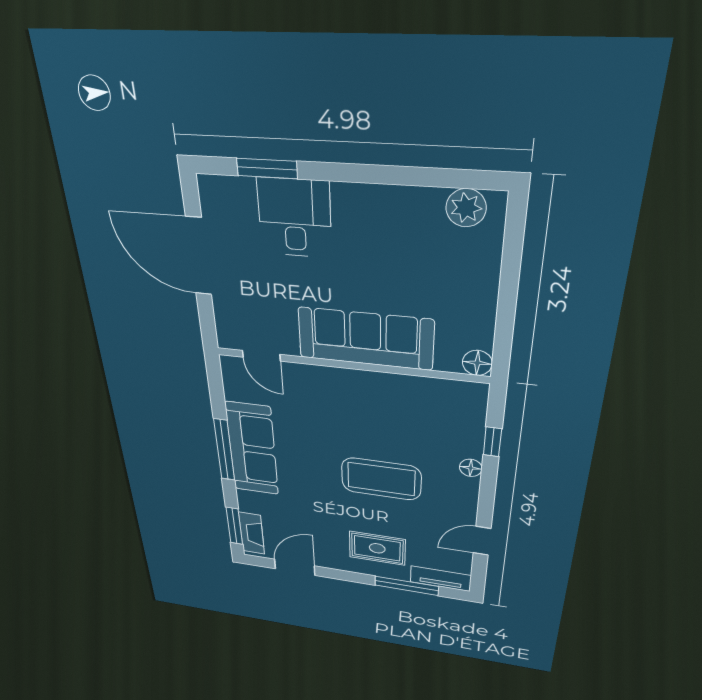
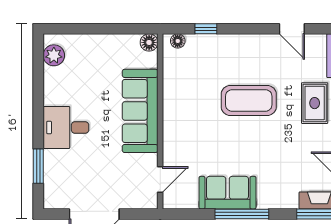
desk: (295, 218) -> (66, 127), moved
sofa: (252, 449) -> (227, 193), width x0.73
floor lamp: (471, 468) -> (178, 41), moved
coffee table: (381, 479) -> (249, 100), turned 90

